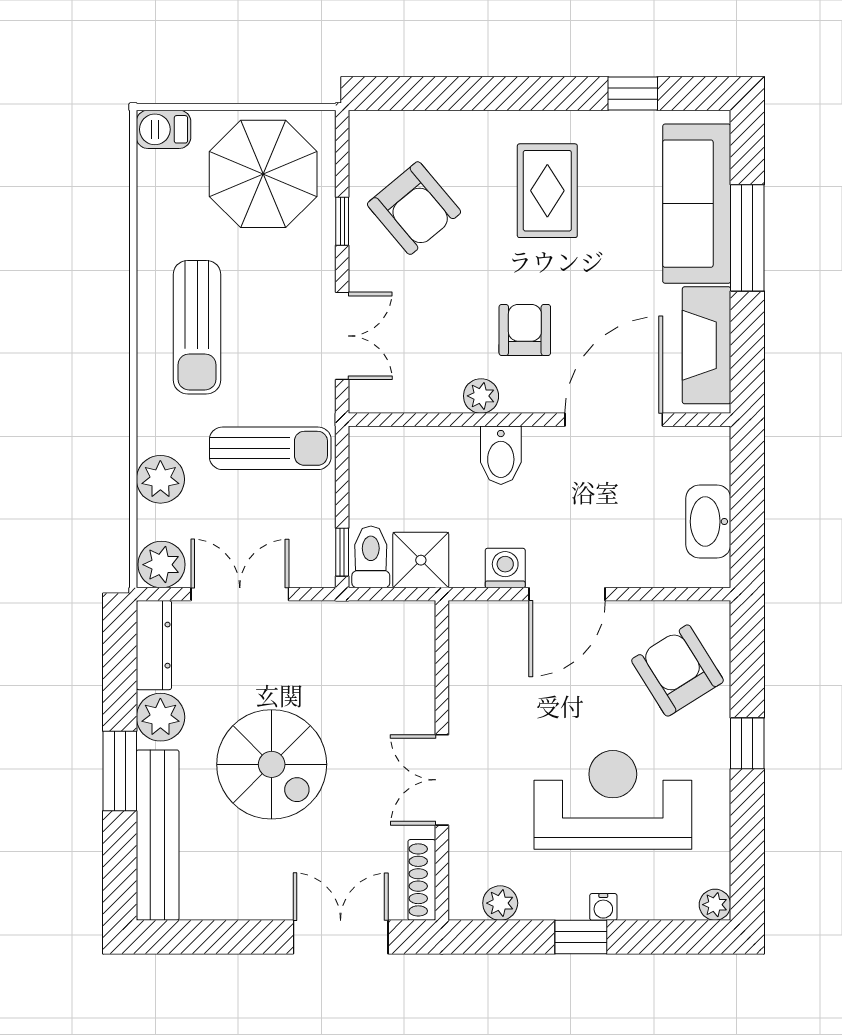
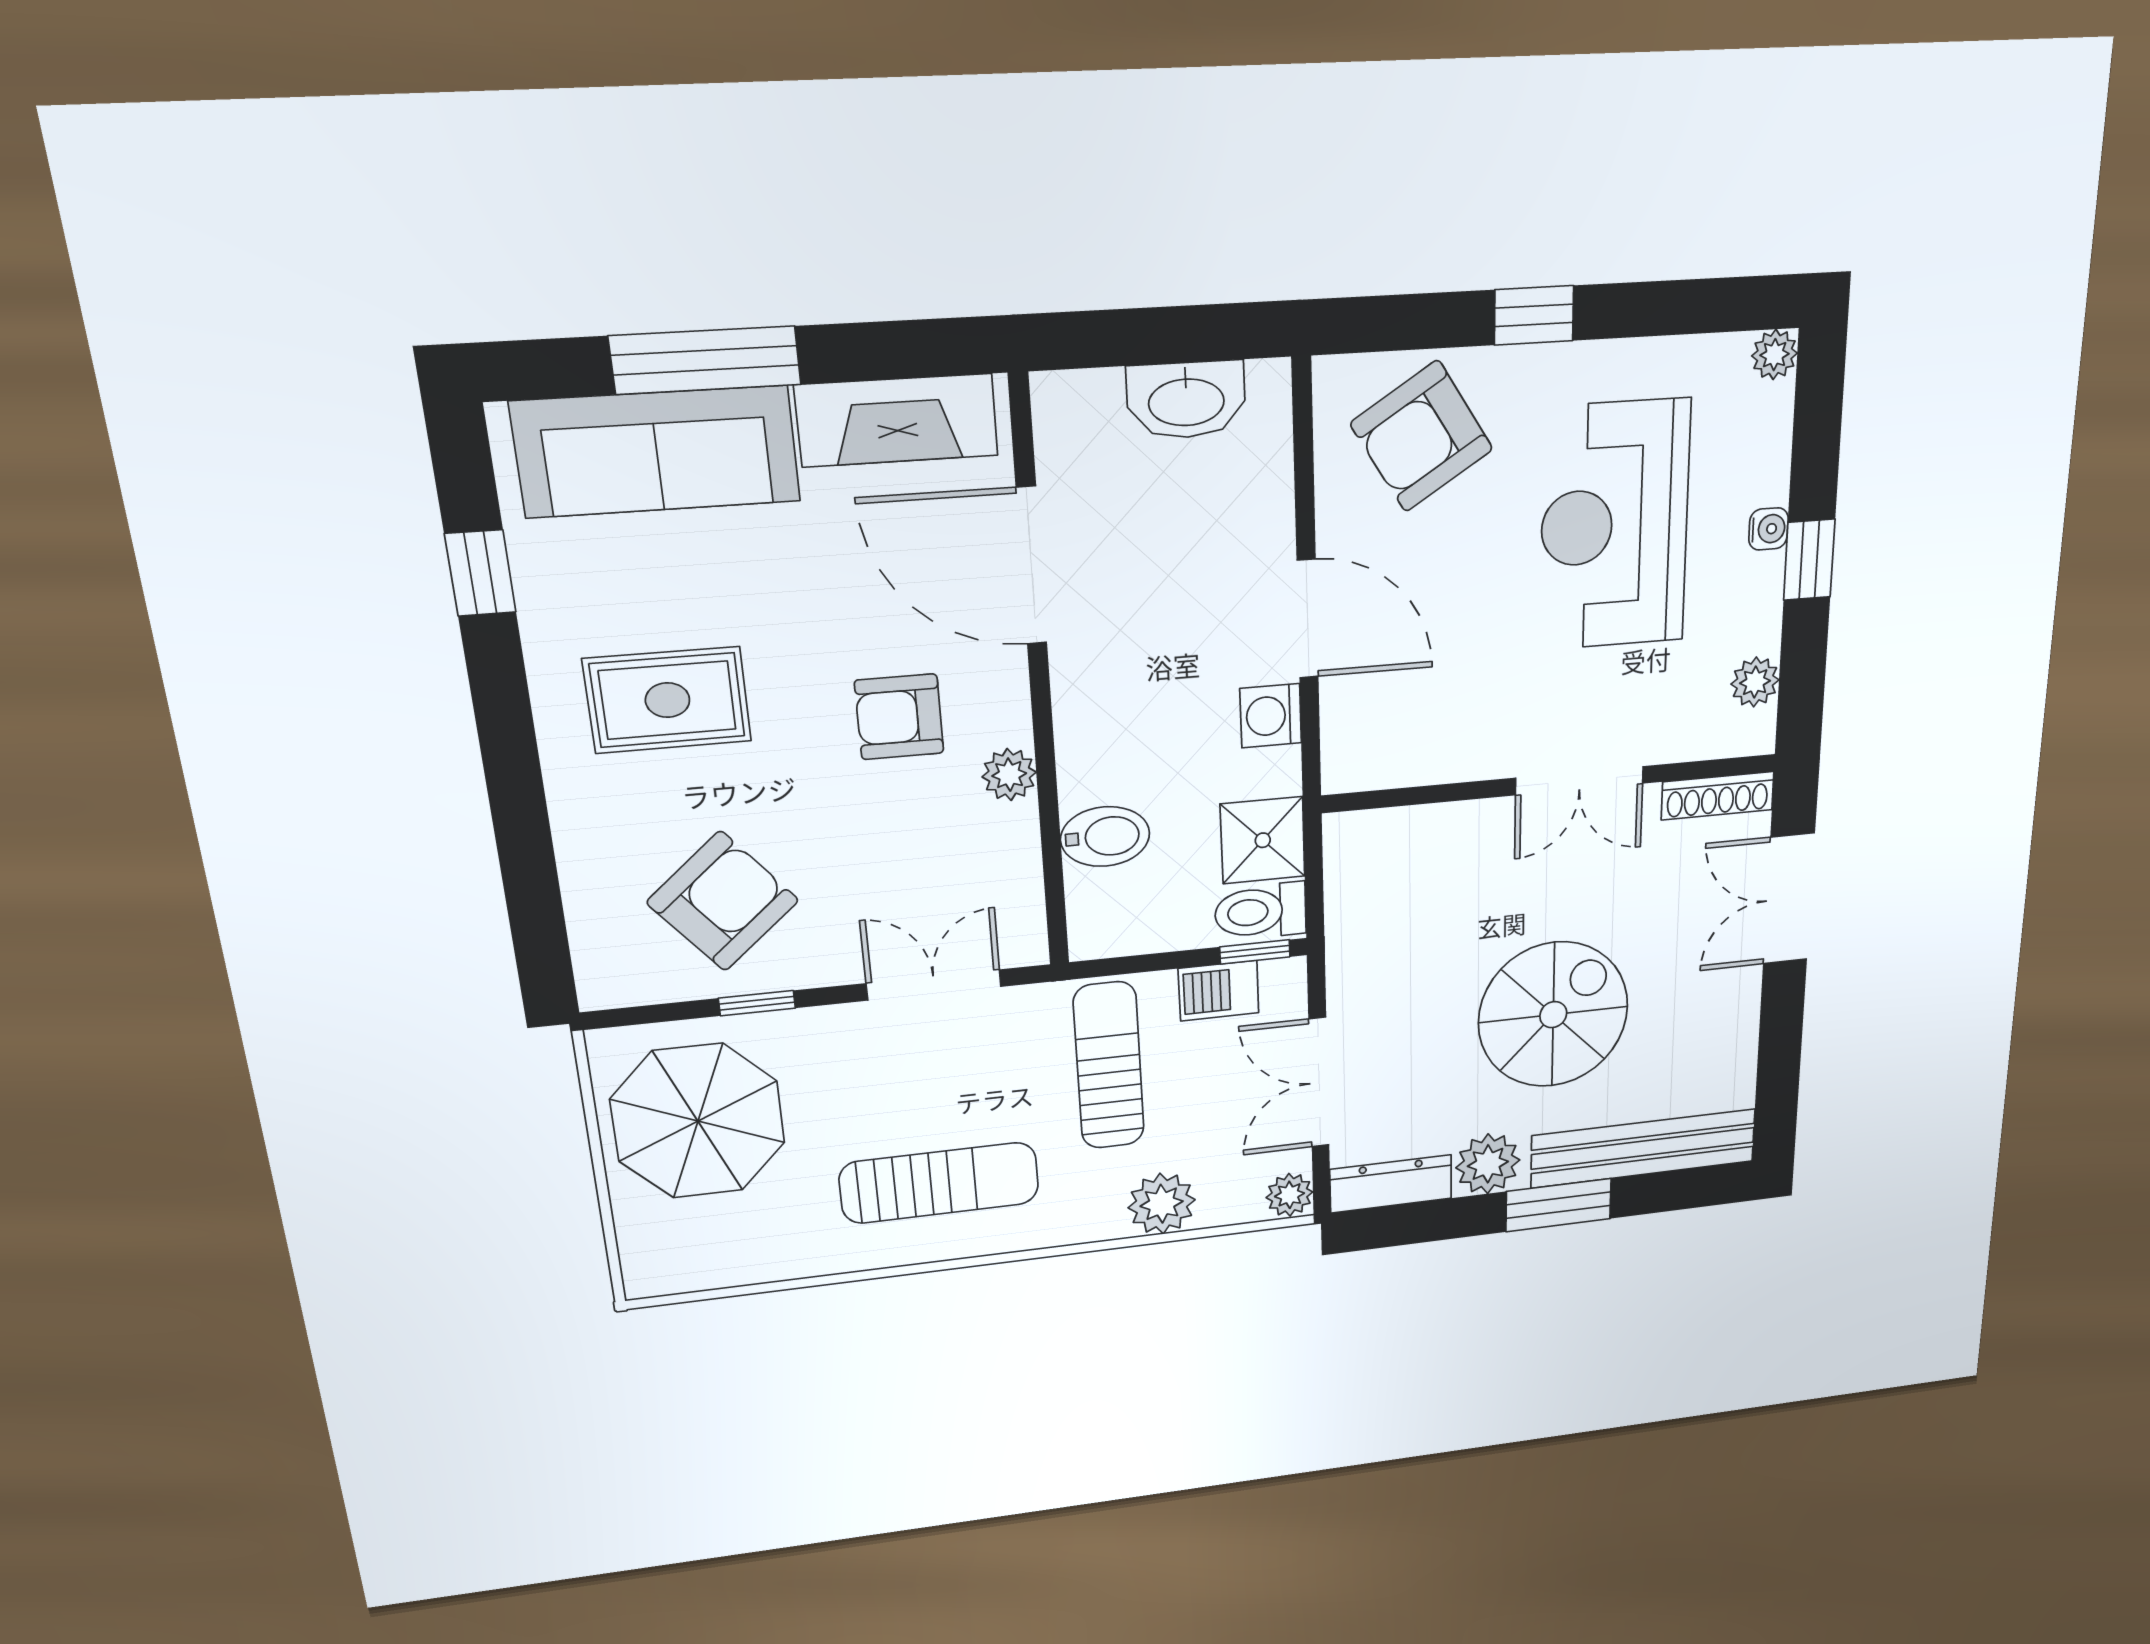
barbecue: (164, 129) -> (1219, 991), moved, turned 90
bidet: (501, 455) -> (1105, 837), moved
plant: (161, 565) -> (1290, 1195), width x0.73, depth x0.73

